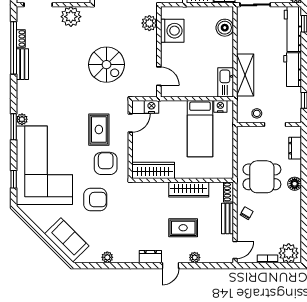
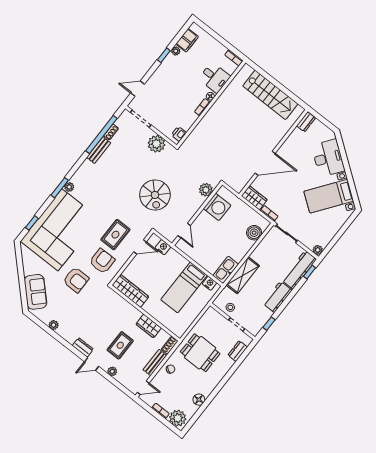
floor lamp: (295, 184) -> (199, 400), moved
wardrobe: (189, 189) -> (149, 326), width x0.67
rug: (183, 228) -> (120, 345), turned 90

